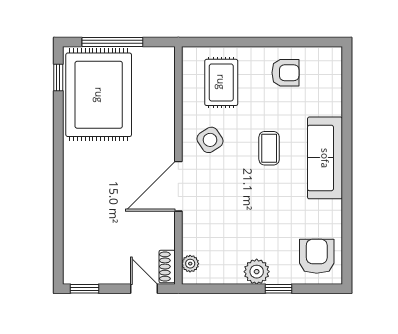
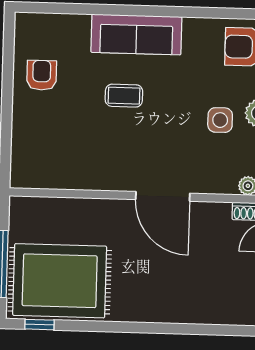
rug: (221, 82) -> (50, 146), removed
side table: (210, 140) -> (220, 120), moved, turned 33

